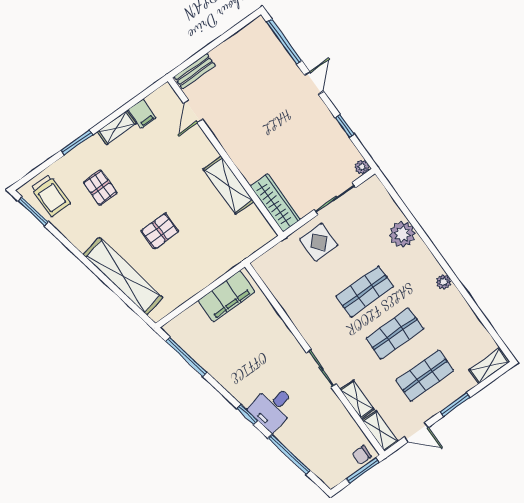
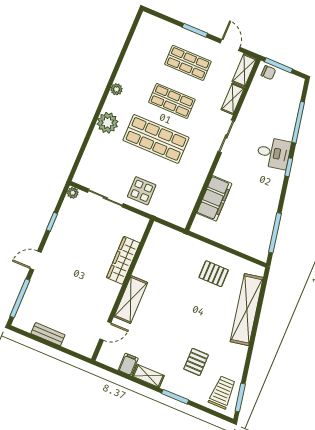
bench: (195, 71) -> (48, 334), moved
shelving: (228, 185) -> (131, 300), moved
wardrobe: (275, 203) -> (123, 260), moved
pallet: (160, 231) -> (214, 274), moved
plant: (402, 234) -> (108, 123), moved
shop shelf: (365, 291) -> (156, 139), width x1.43, depth x1.36
filing cabinet: (226, 296) -> (214, 198), moved, turned 90
shelving: (489, 366) -> (154, 23), removed

